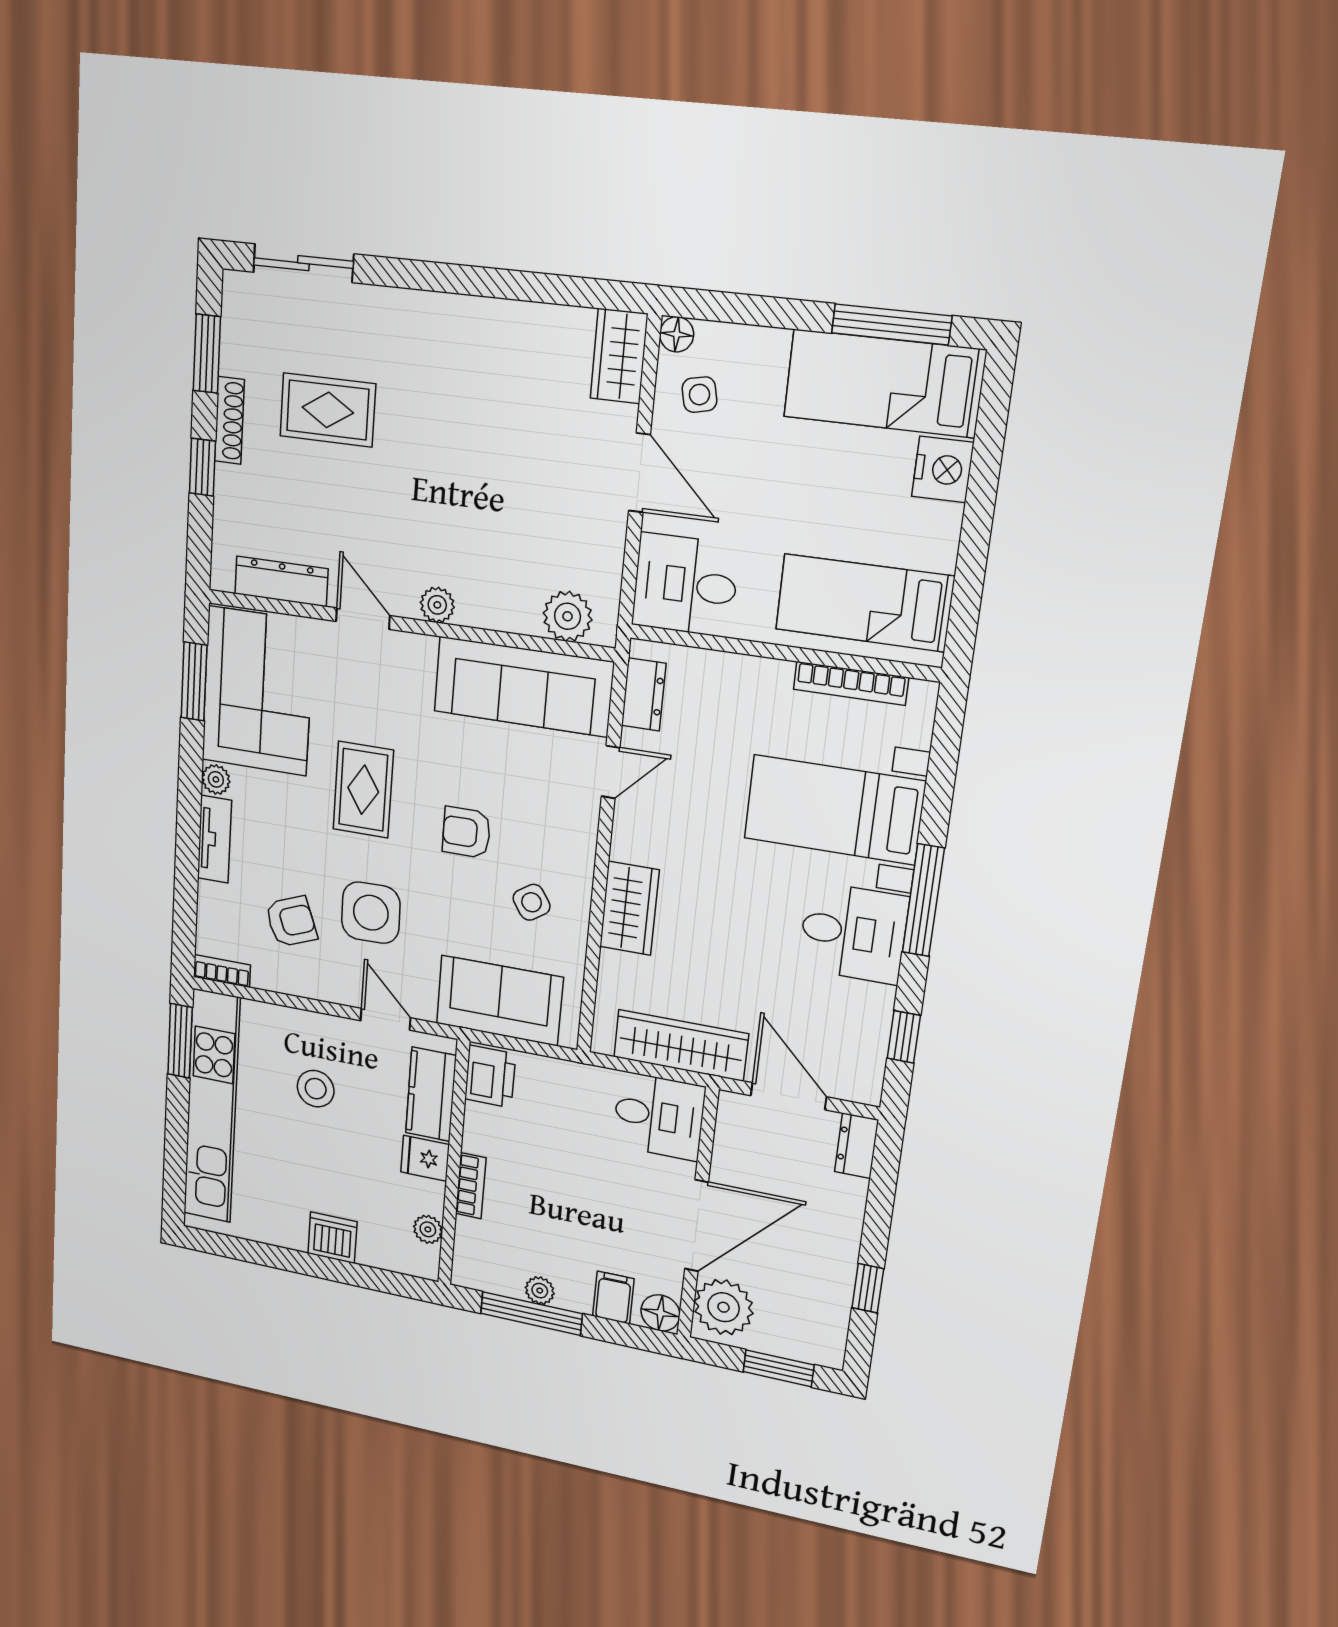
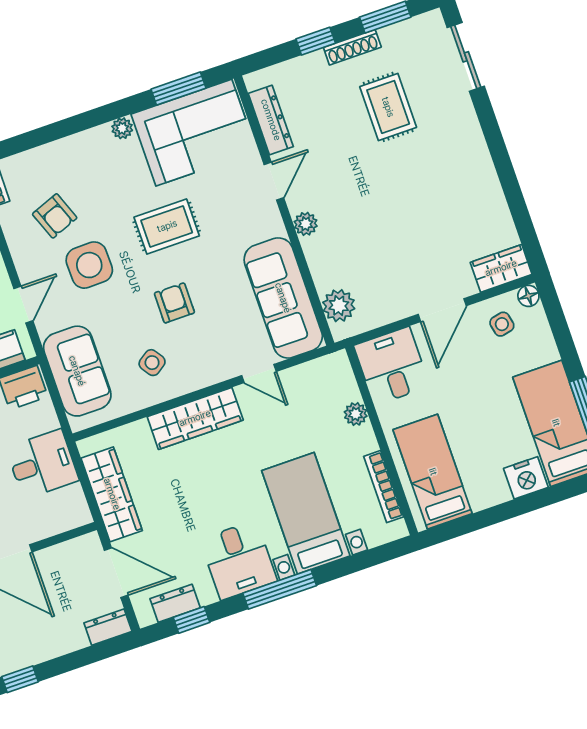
plant: (729, 670) -> (356, 414), added
dresser: (644, 694) -> (175, 603), moved, turned 180
tv unit: (215, 839) -> (82, 143), removed
wardrobe: (629, 908) -> (195, 418), width x1.50
door: (788, 1096) -> (116, 573), hinge flipped
desk: (659, 1116) -> (42, 464), moved, turned -90

